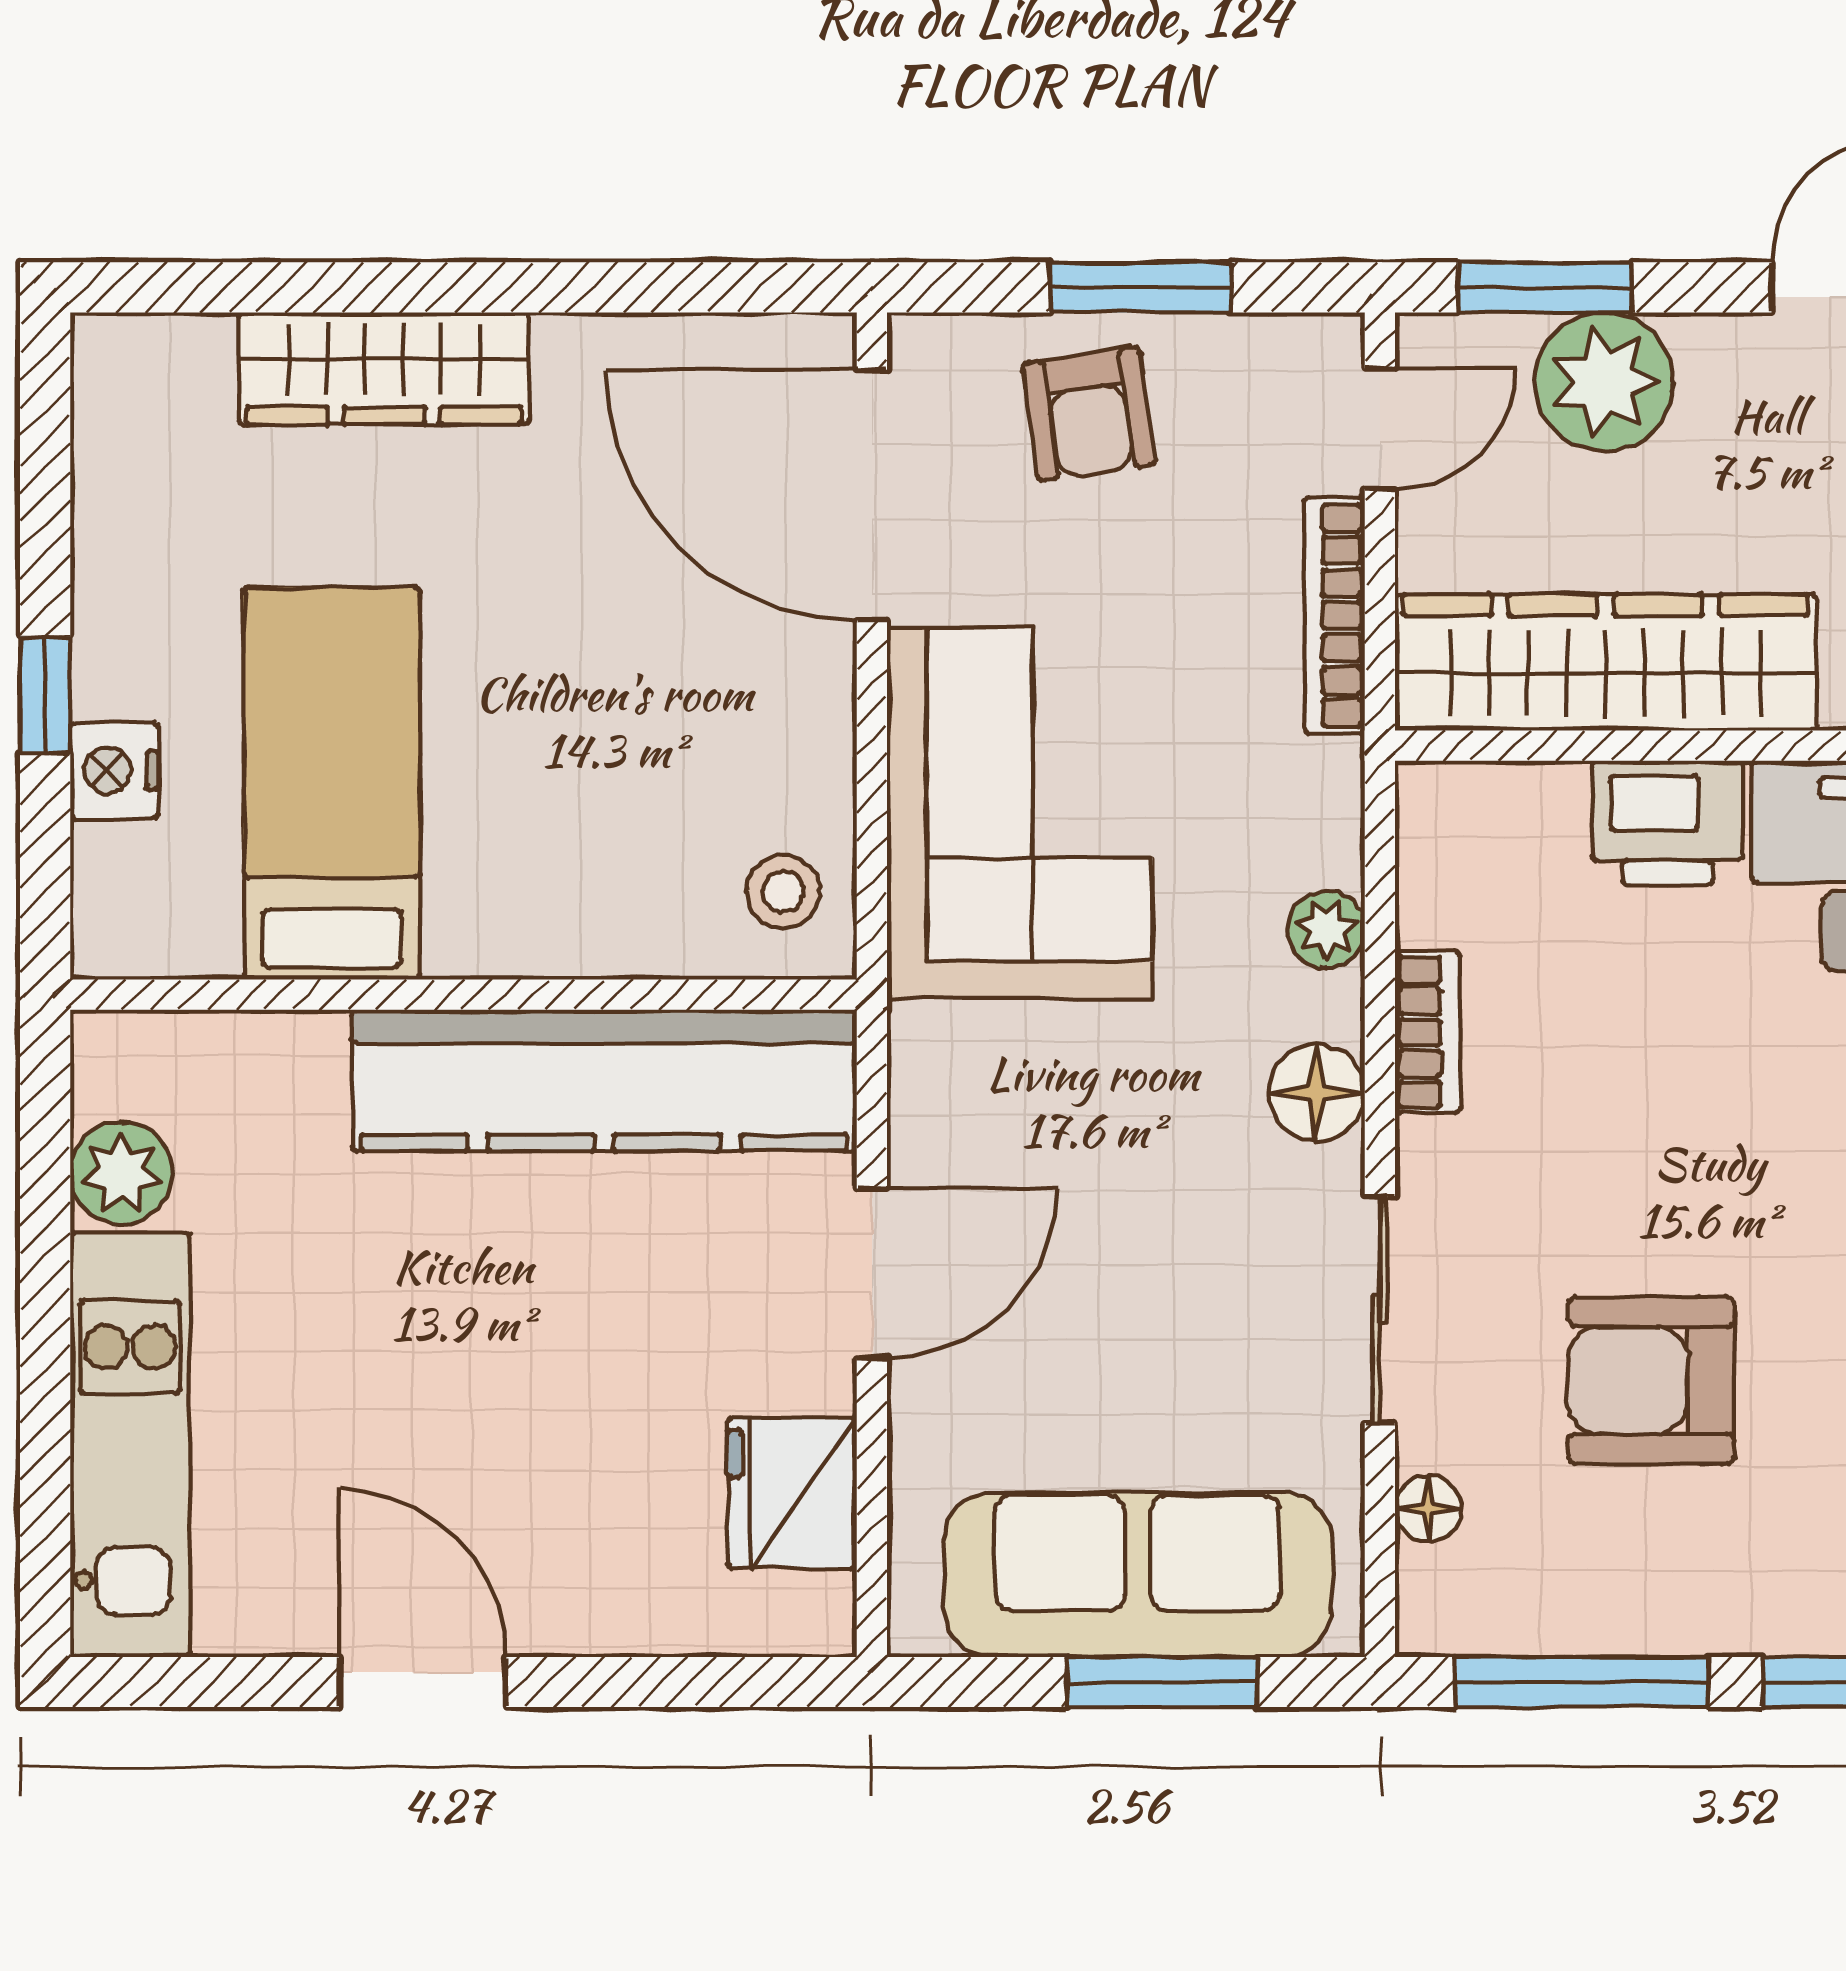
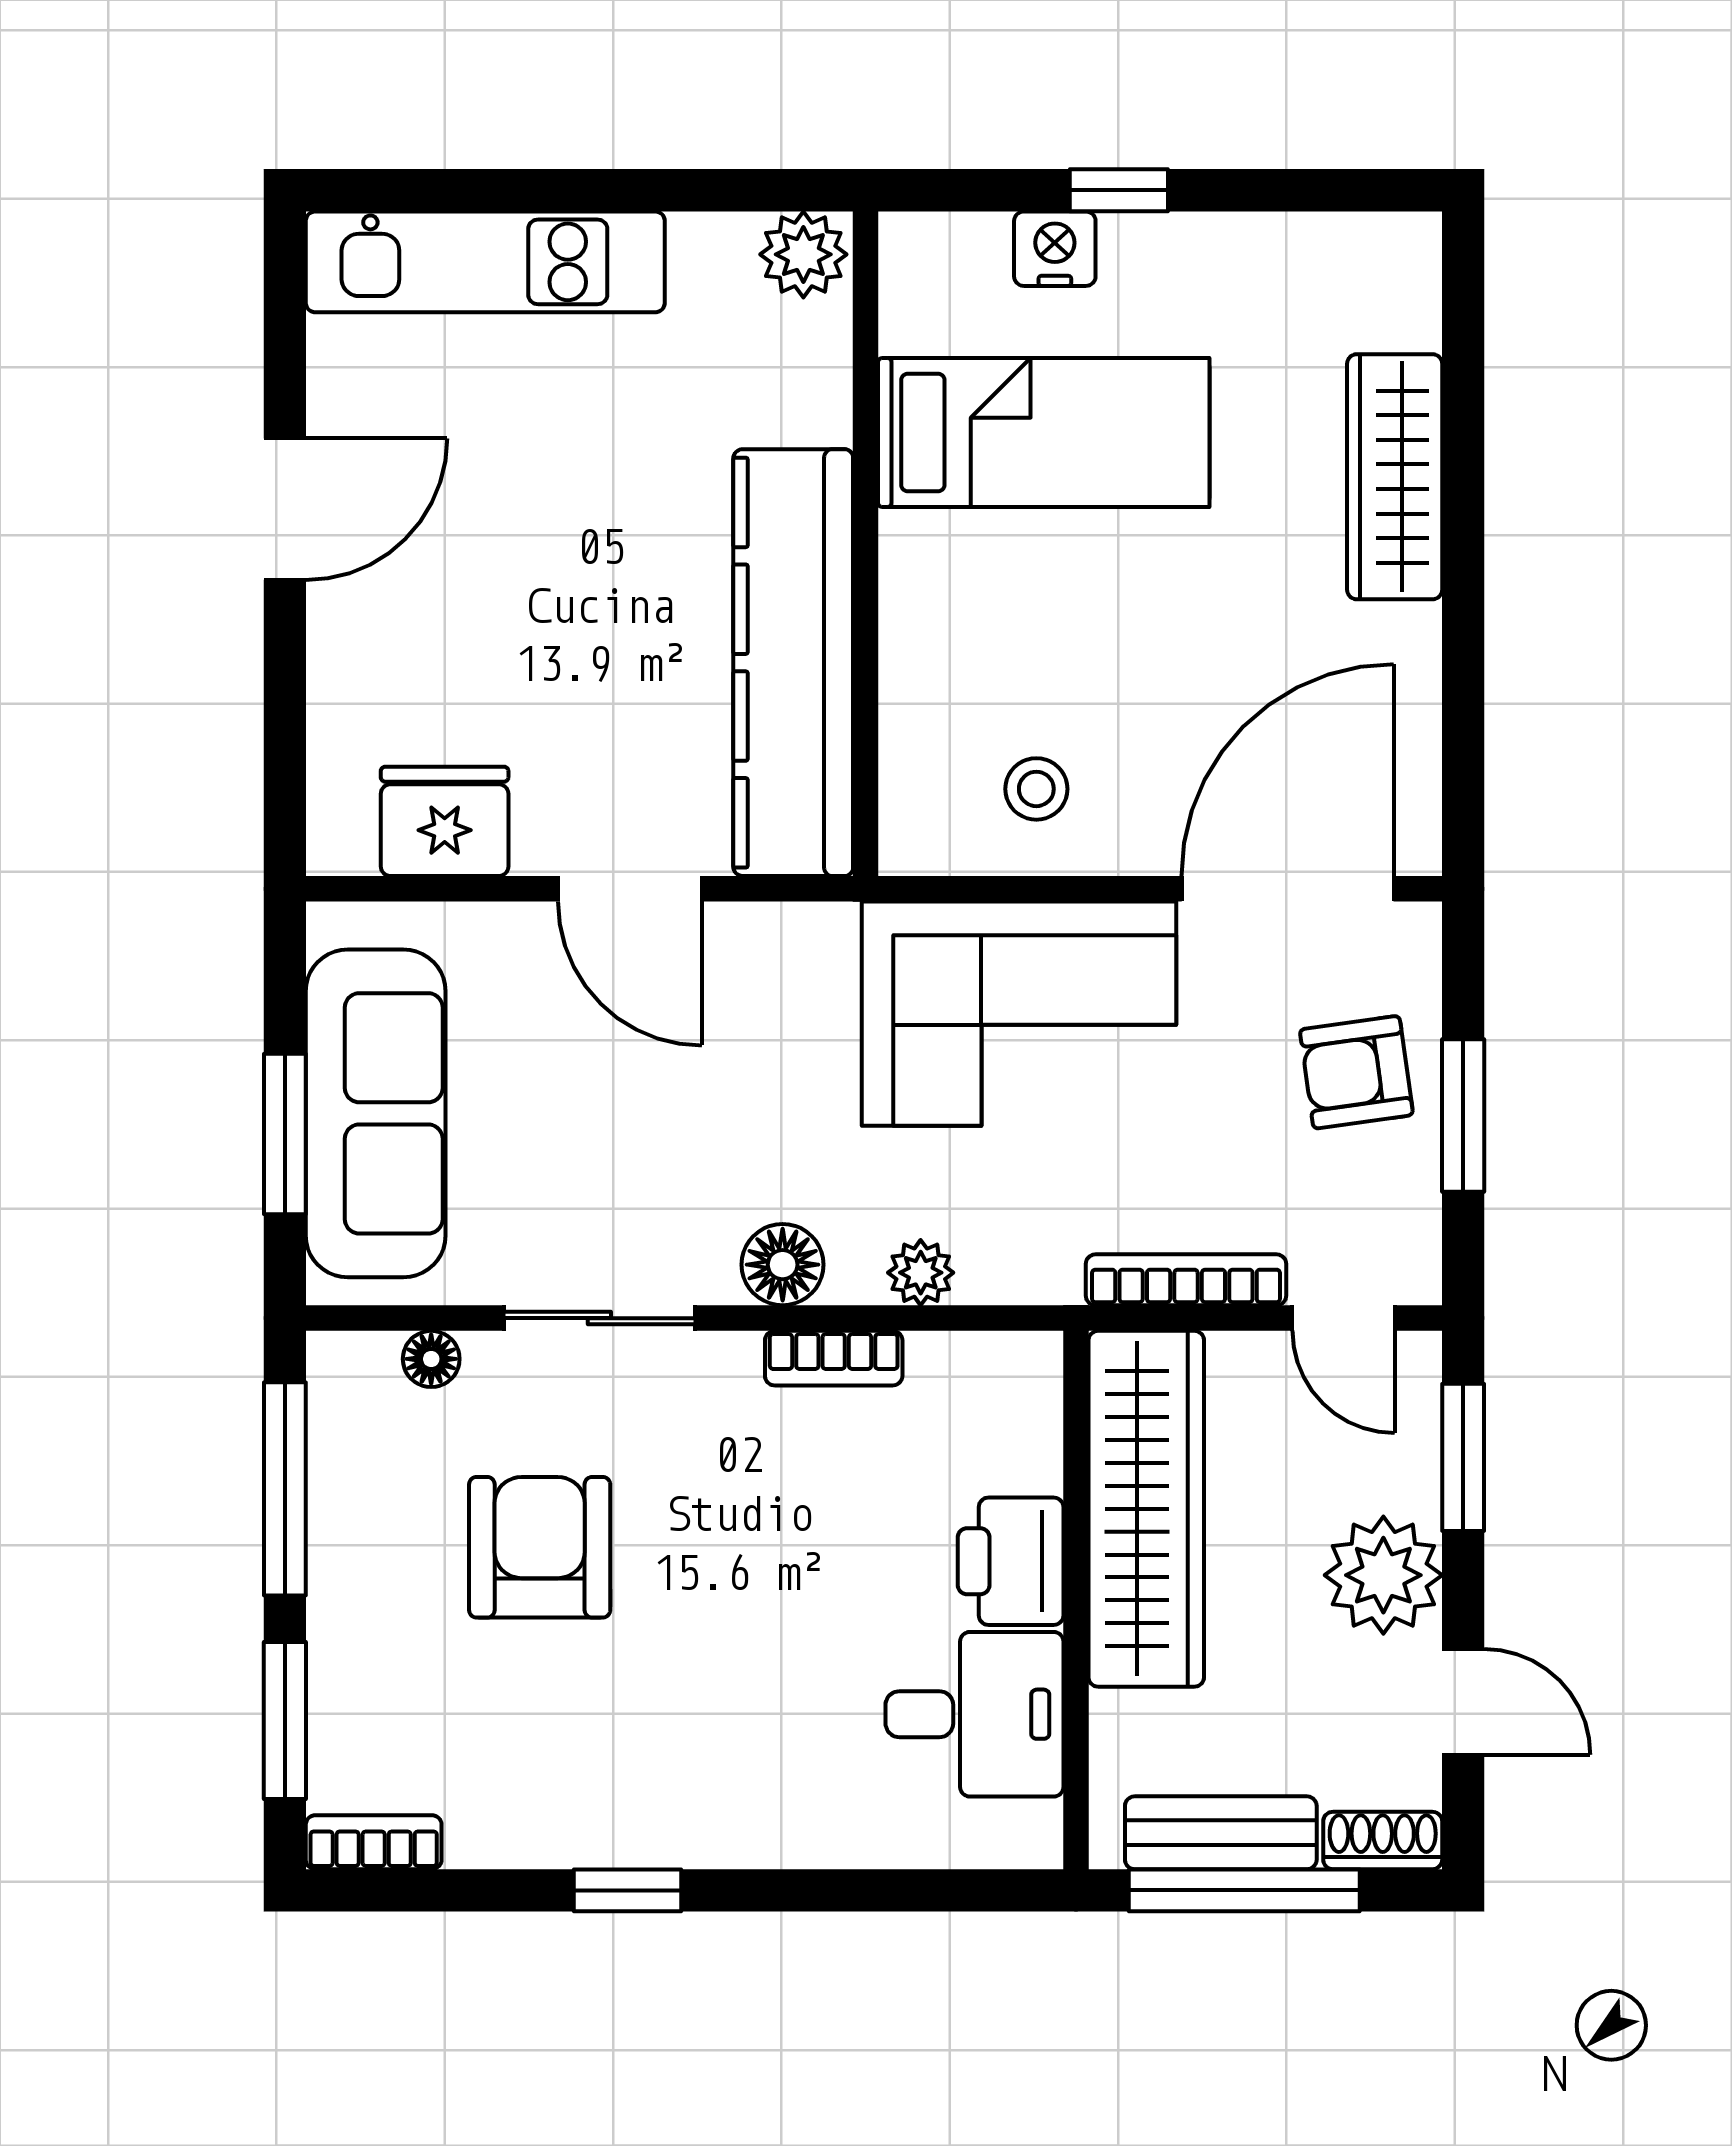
plant: (1604, 382) -> (1383, 1575), moved
stool: (783, 892) -> (1036, 789), moved
plant: (121, 1173) -> (803, 254), moved

